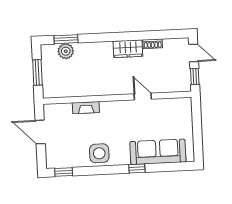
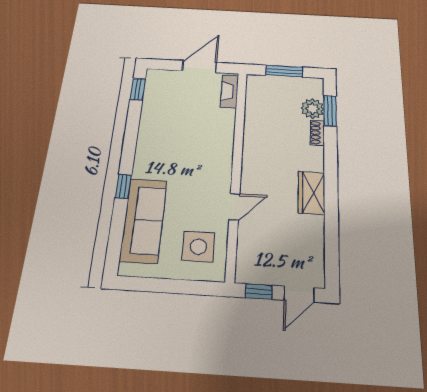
shoe rack: (153, 44) -> (317, 133), moved
fireplace: (86, 108) -> (229, 91), moved
side table: (99, 153) -> (198, 247), moved

